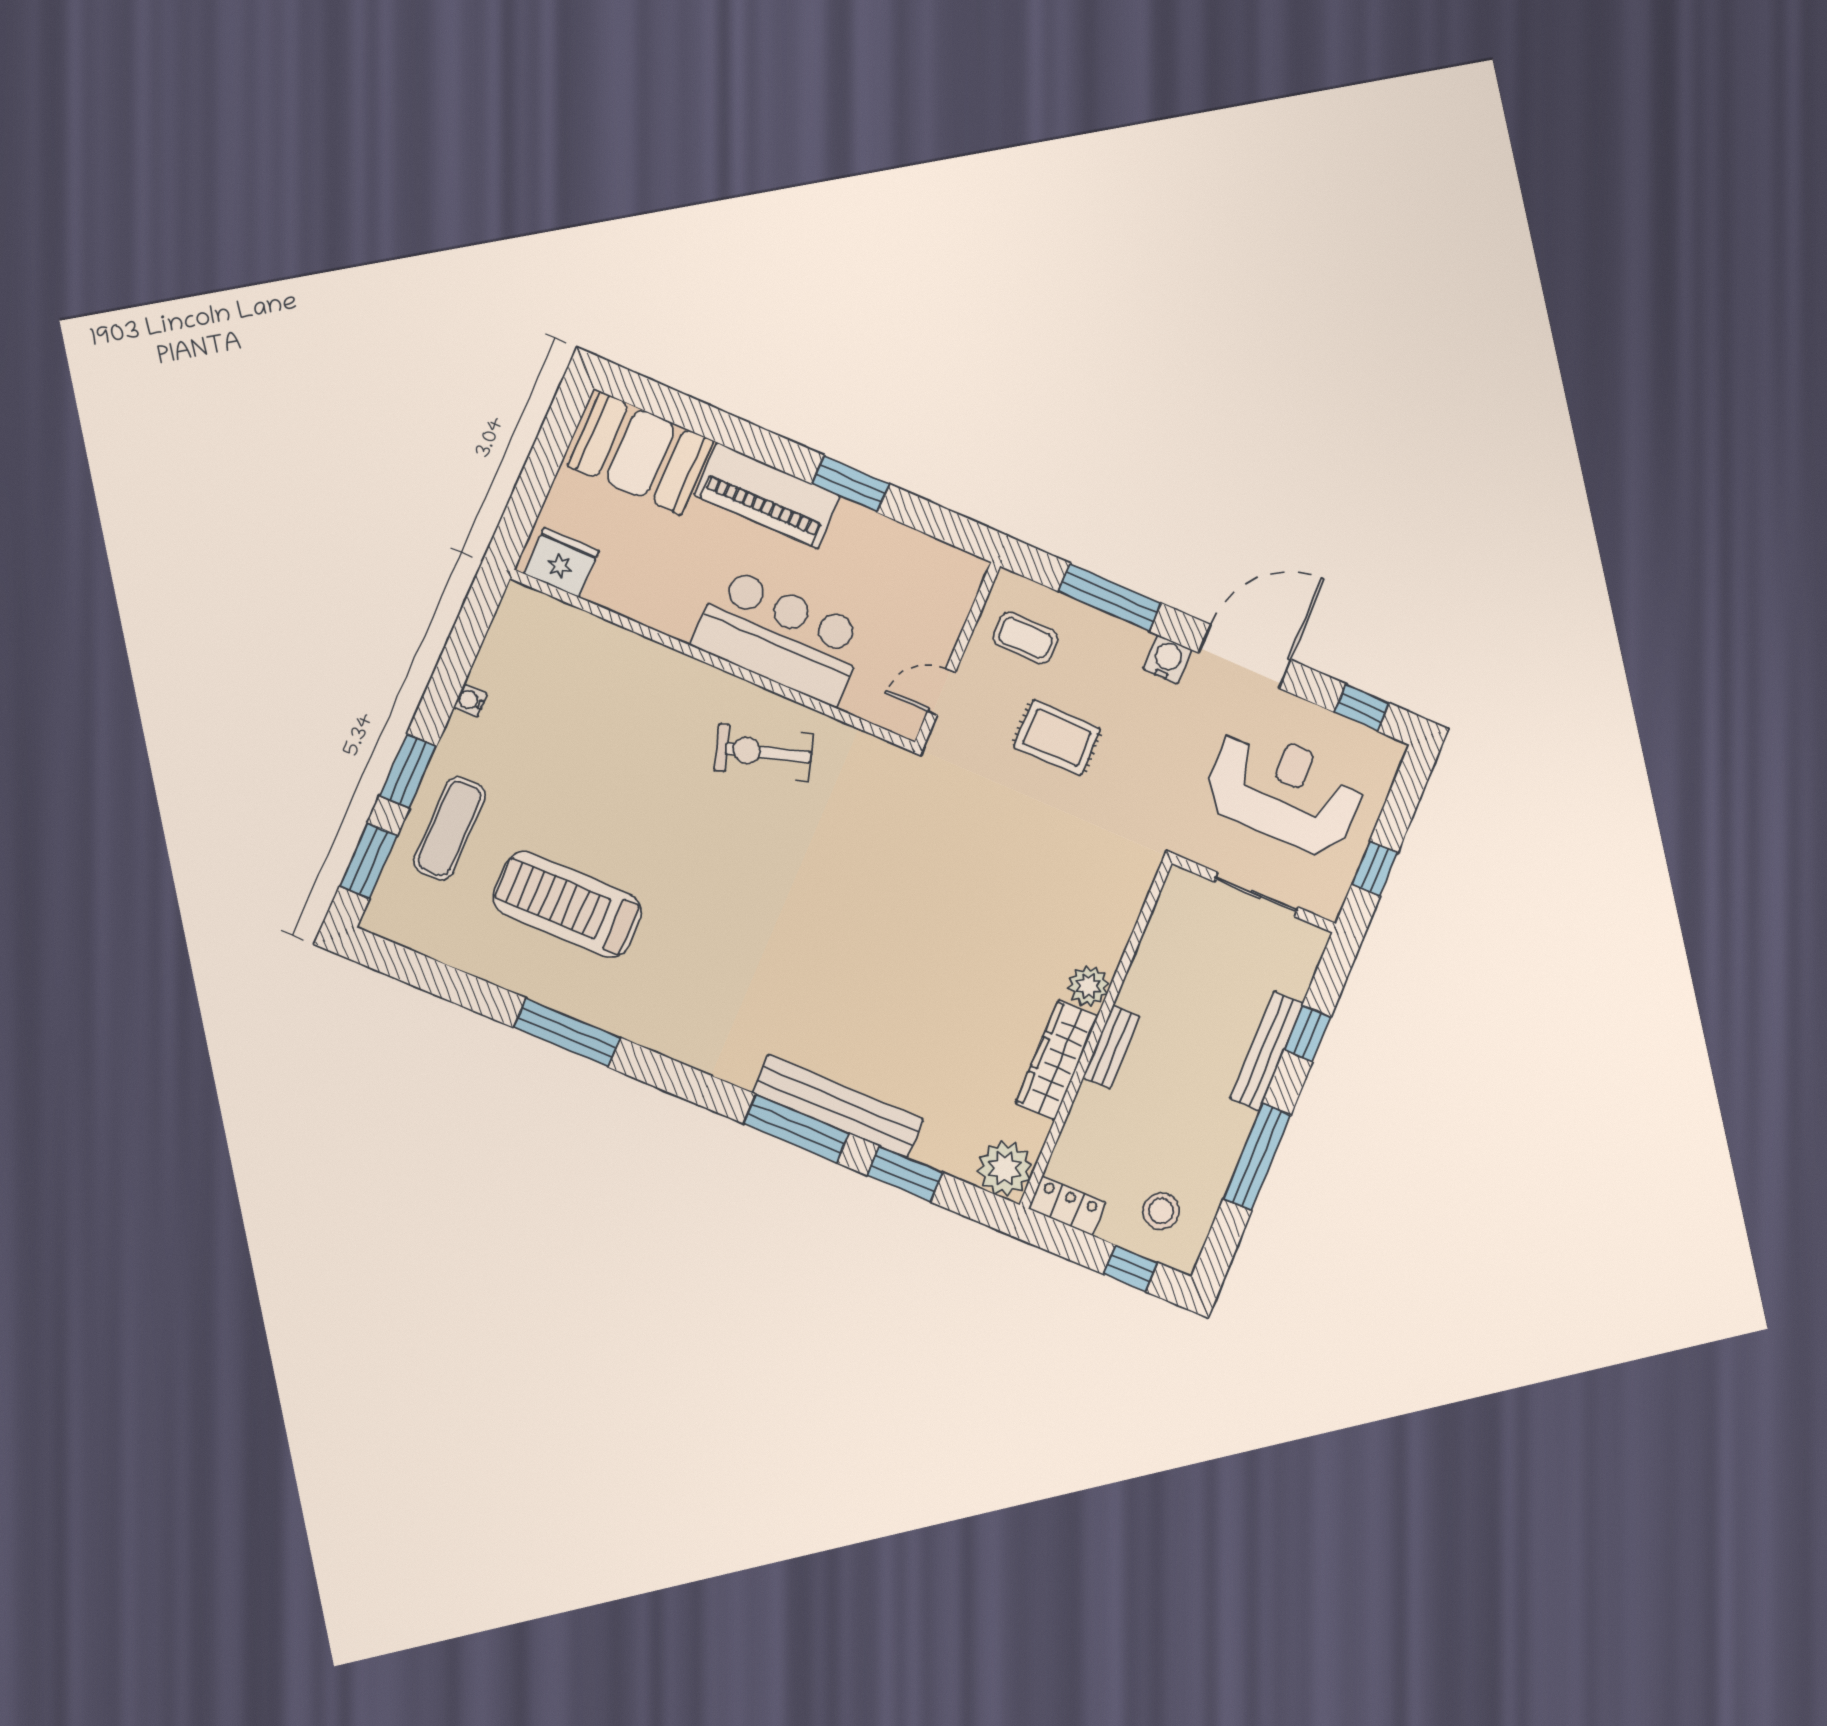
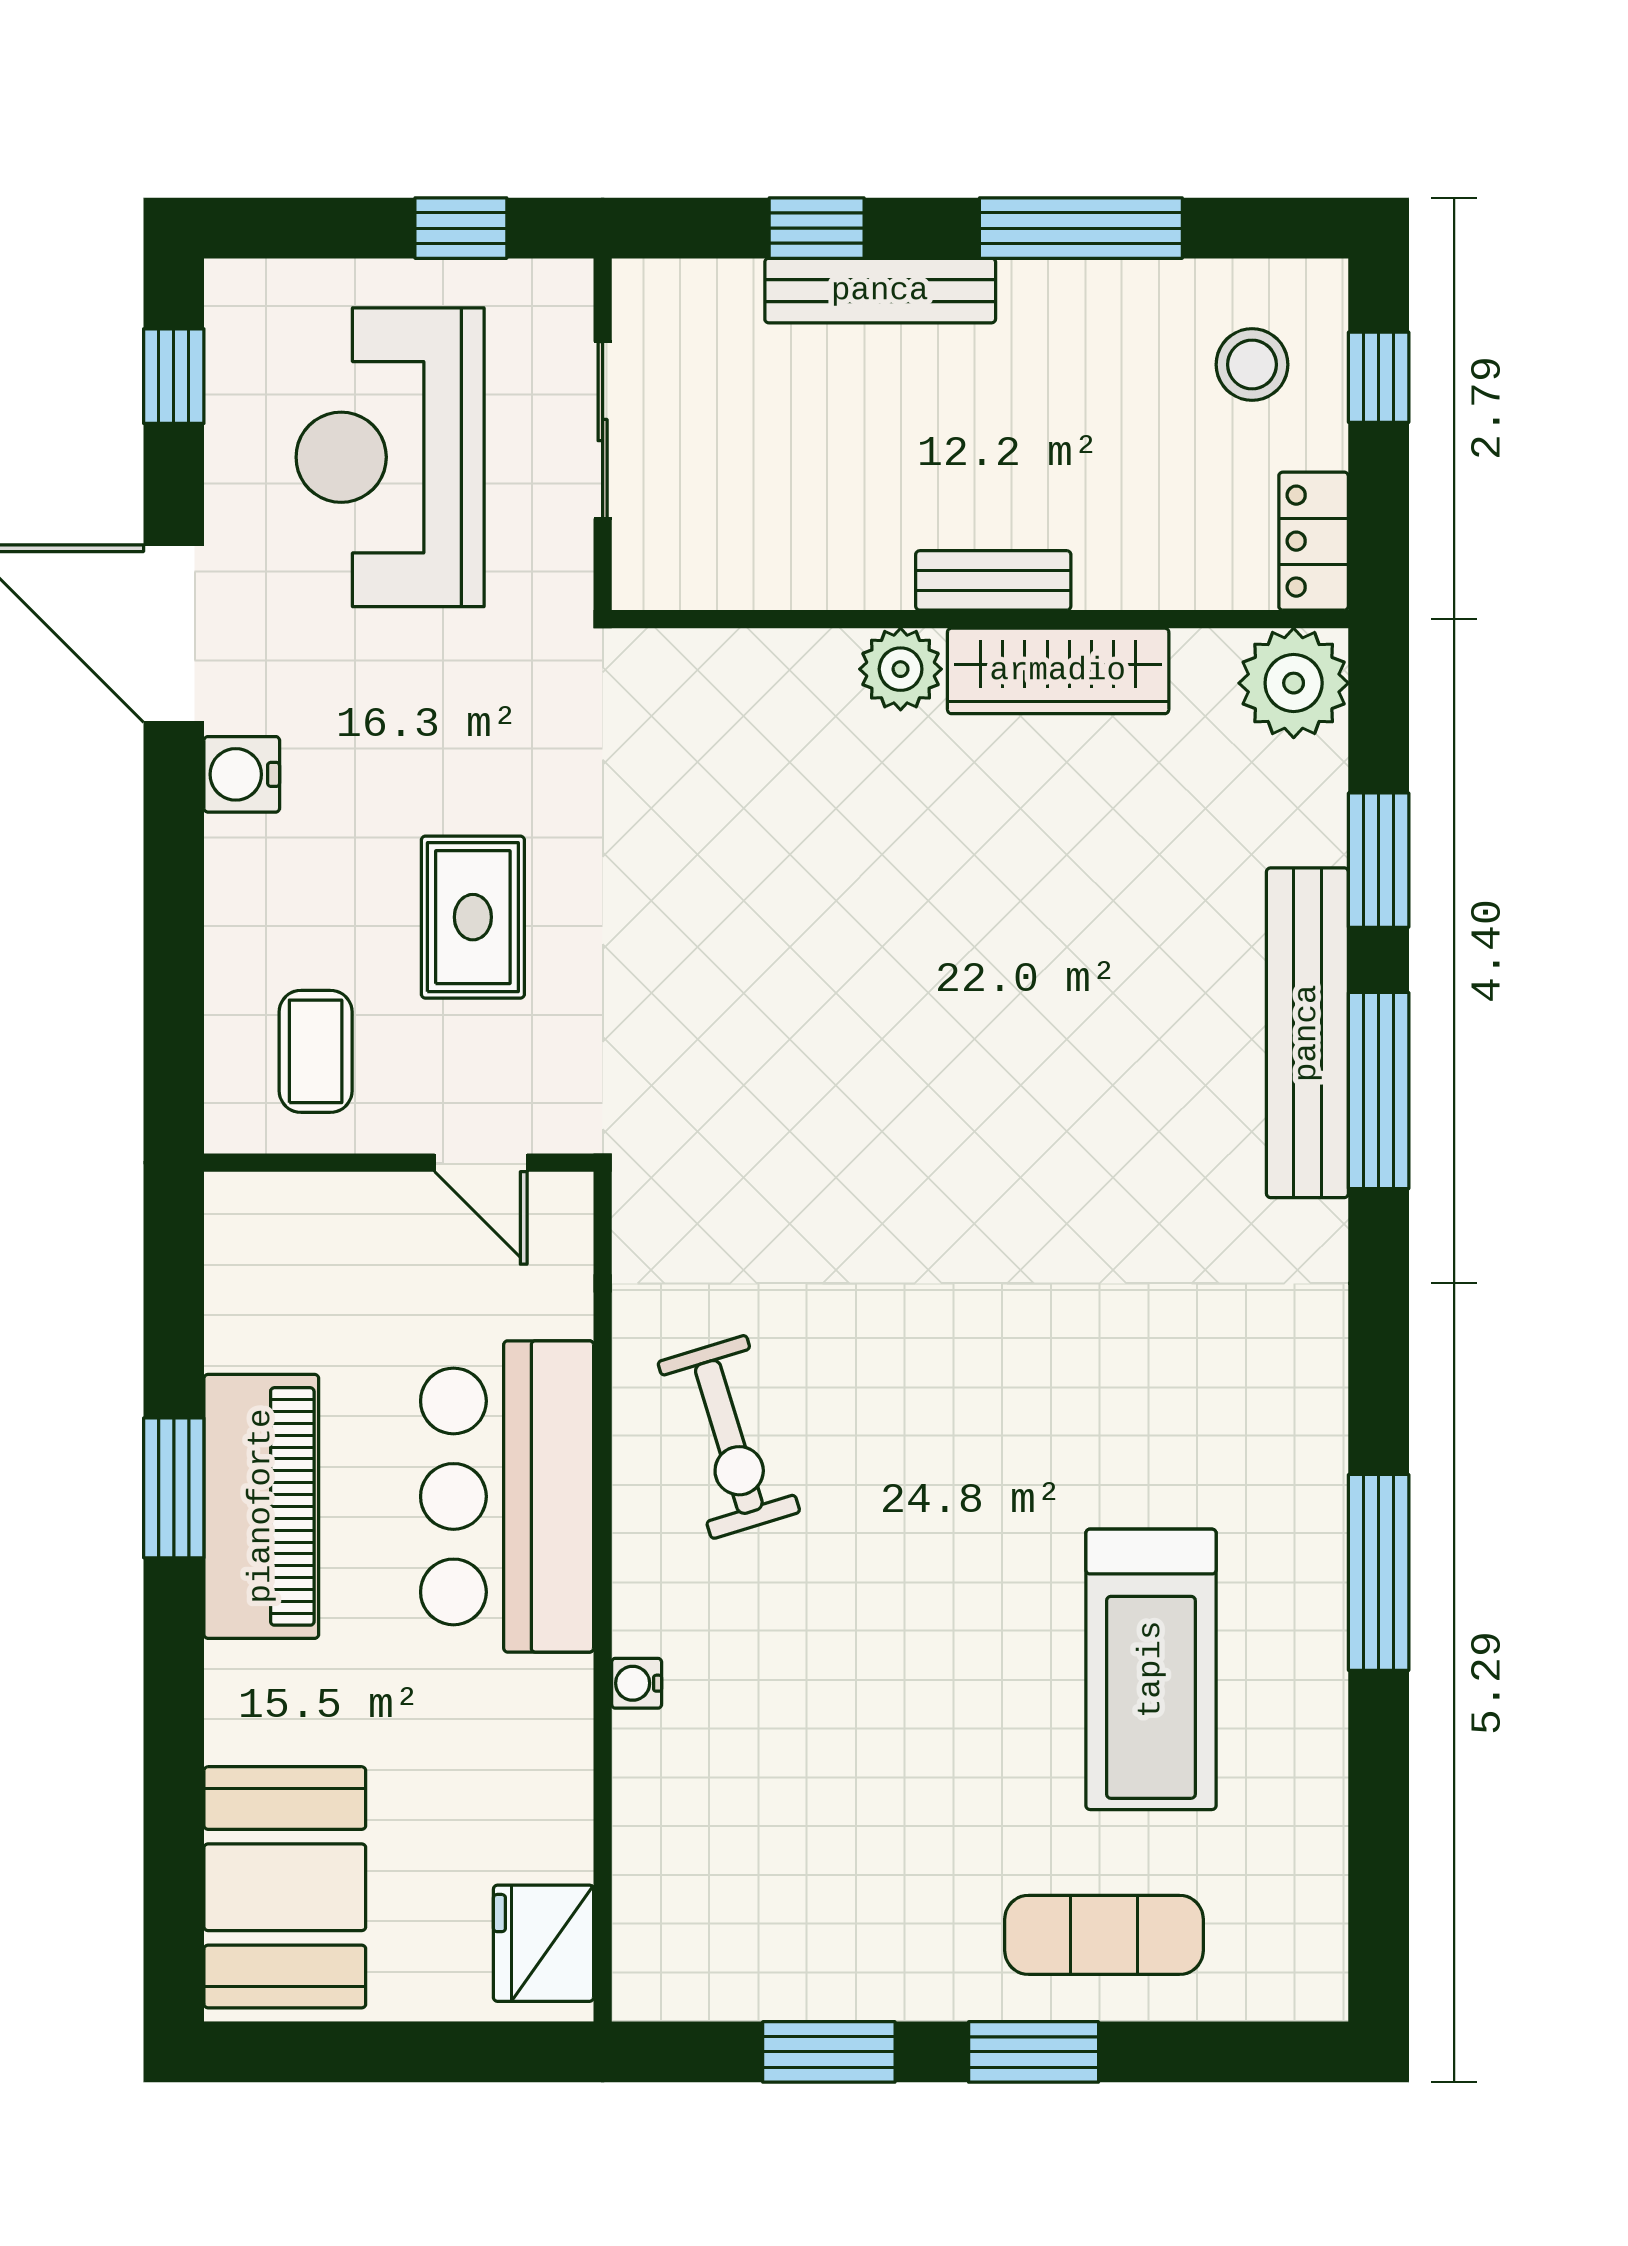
piano: (767, 496) -> (261, 1506), moved
window: (1110, 597) -> (174, 928), removed
water cooler: (471, 700) -> (637, 1683), moved, turned 90
window: (368, 861) -> (829, 2052), moved

